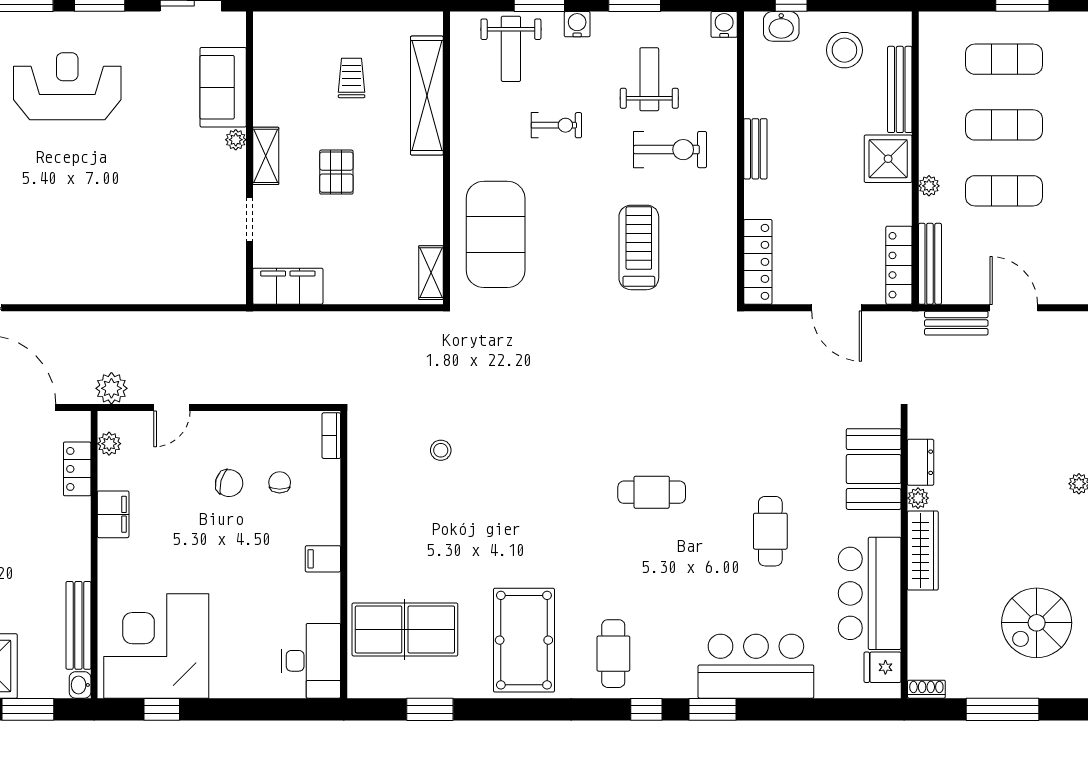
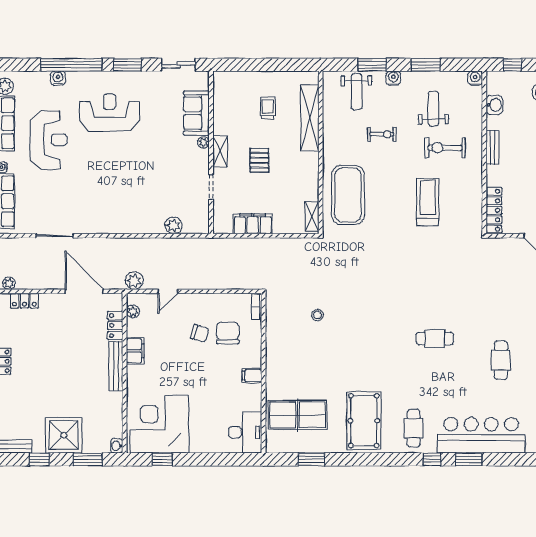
washbasin: (781, 26) -> (494, 105), moved, turned -90
exercise bike: (670, 150) -> (445, 148), turned 180
filing cabinet: (288, 286) -> (253, 224), moved
plant: (182, 289) -> (173, 225), added
chair: (280, 482) -> (228, 333), width x1.87, depth x1.87
bench: (78, 625) -> (116, 366), moved
bar counter: (756, 666) -> (481, 435), width x1.36

